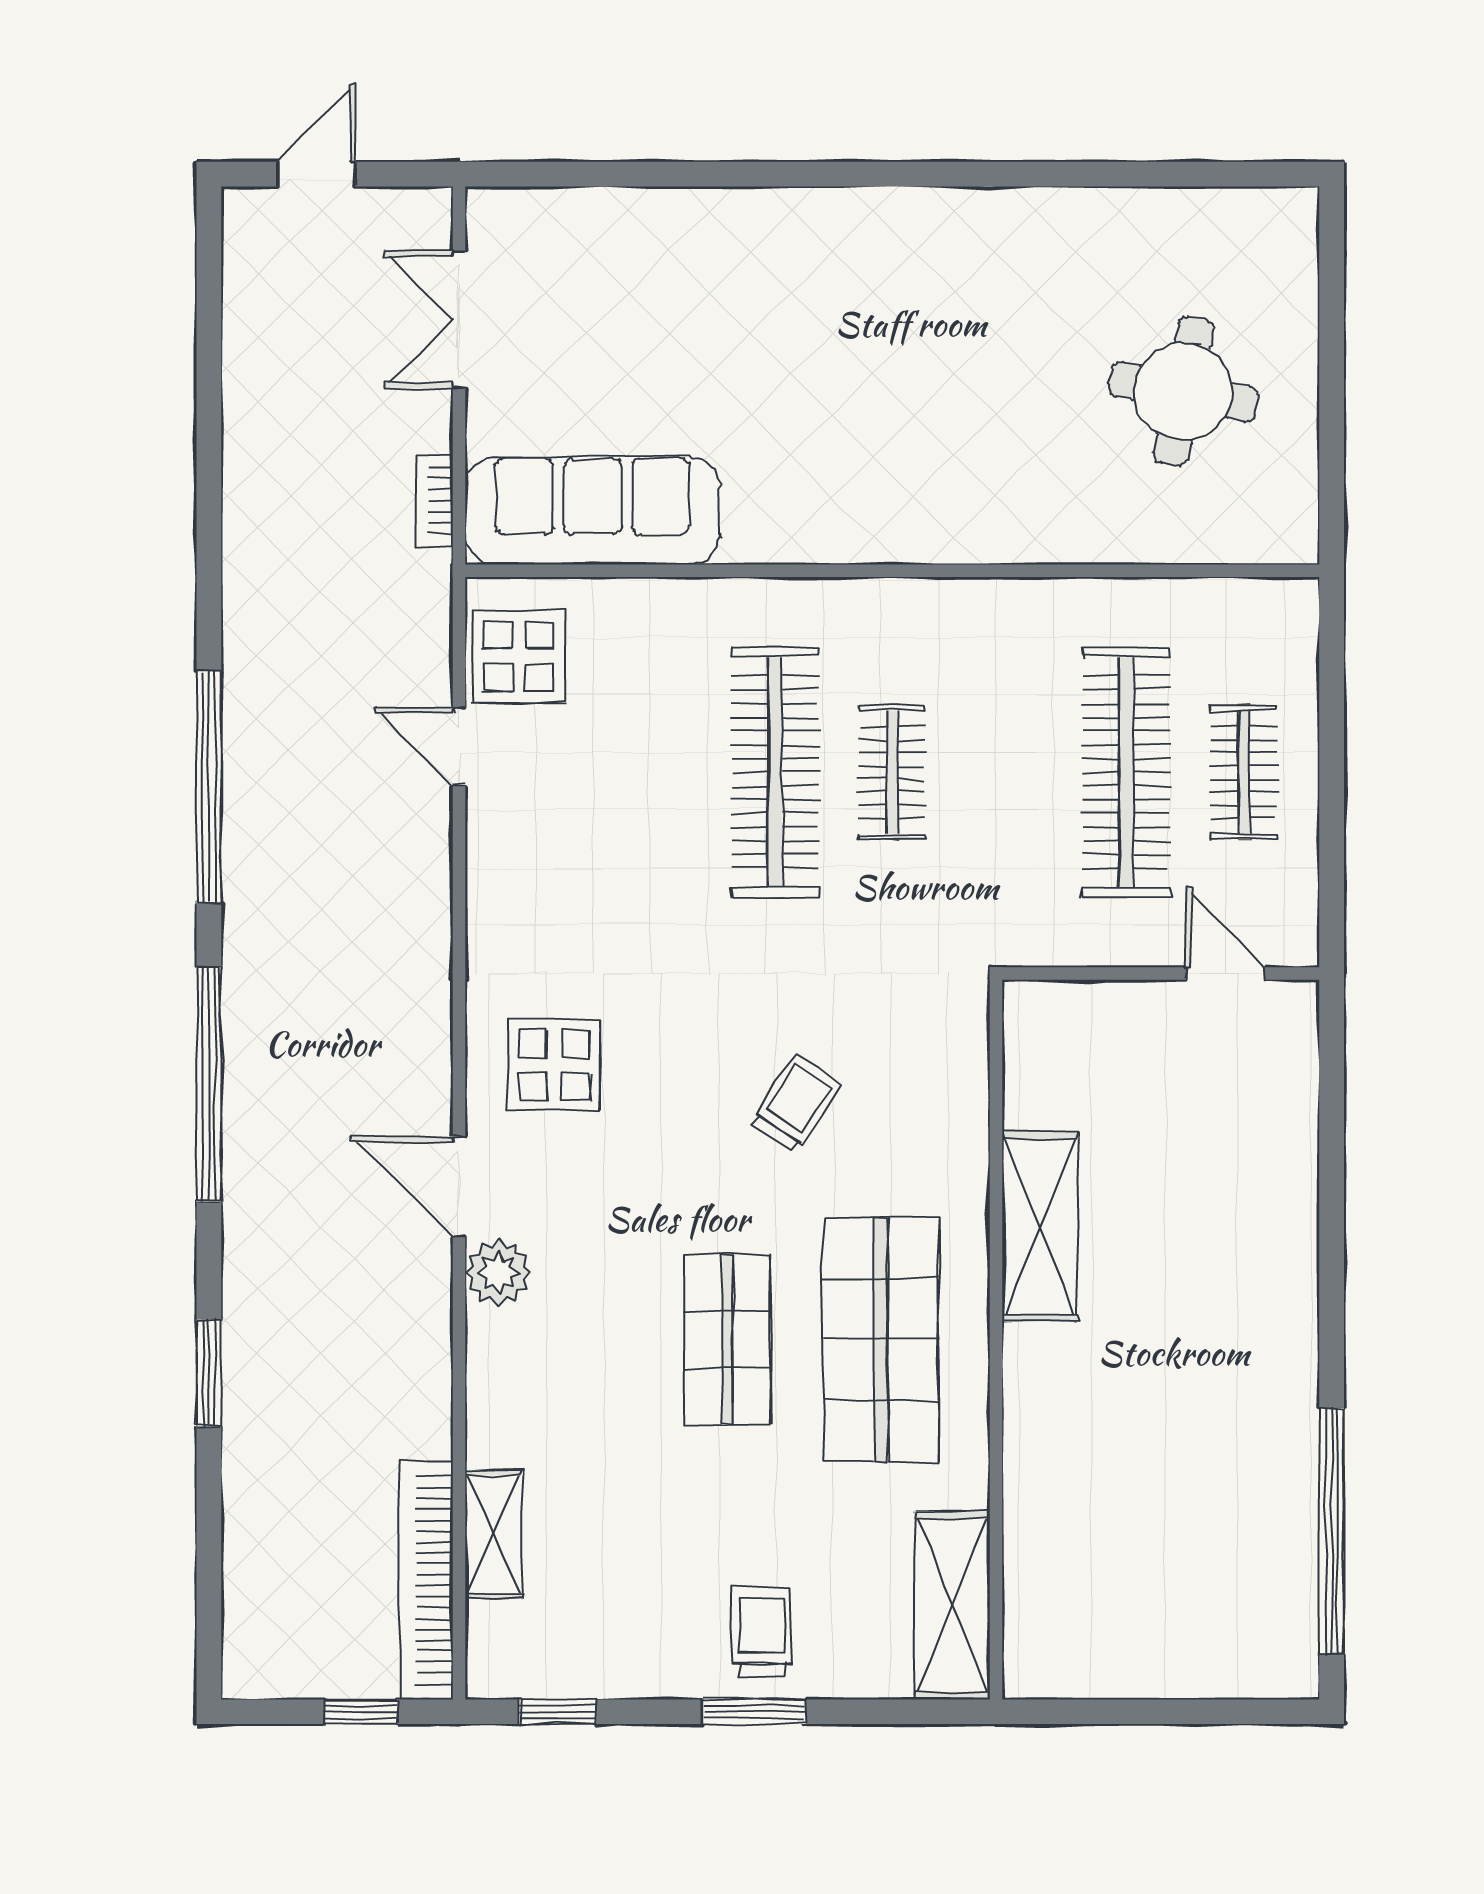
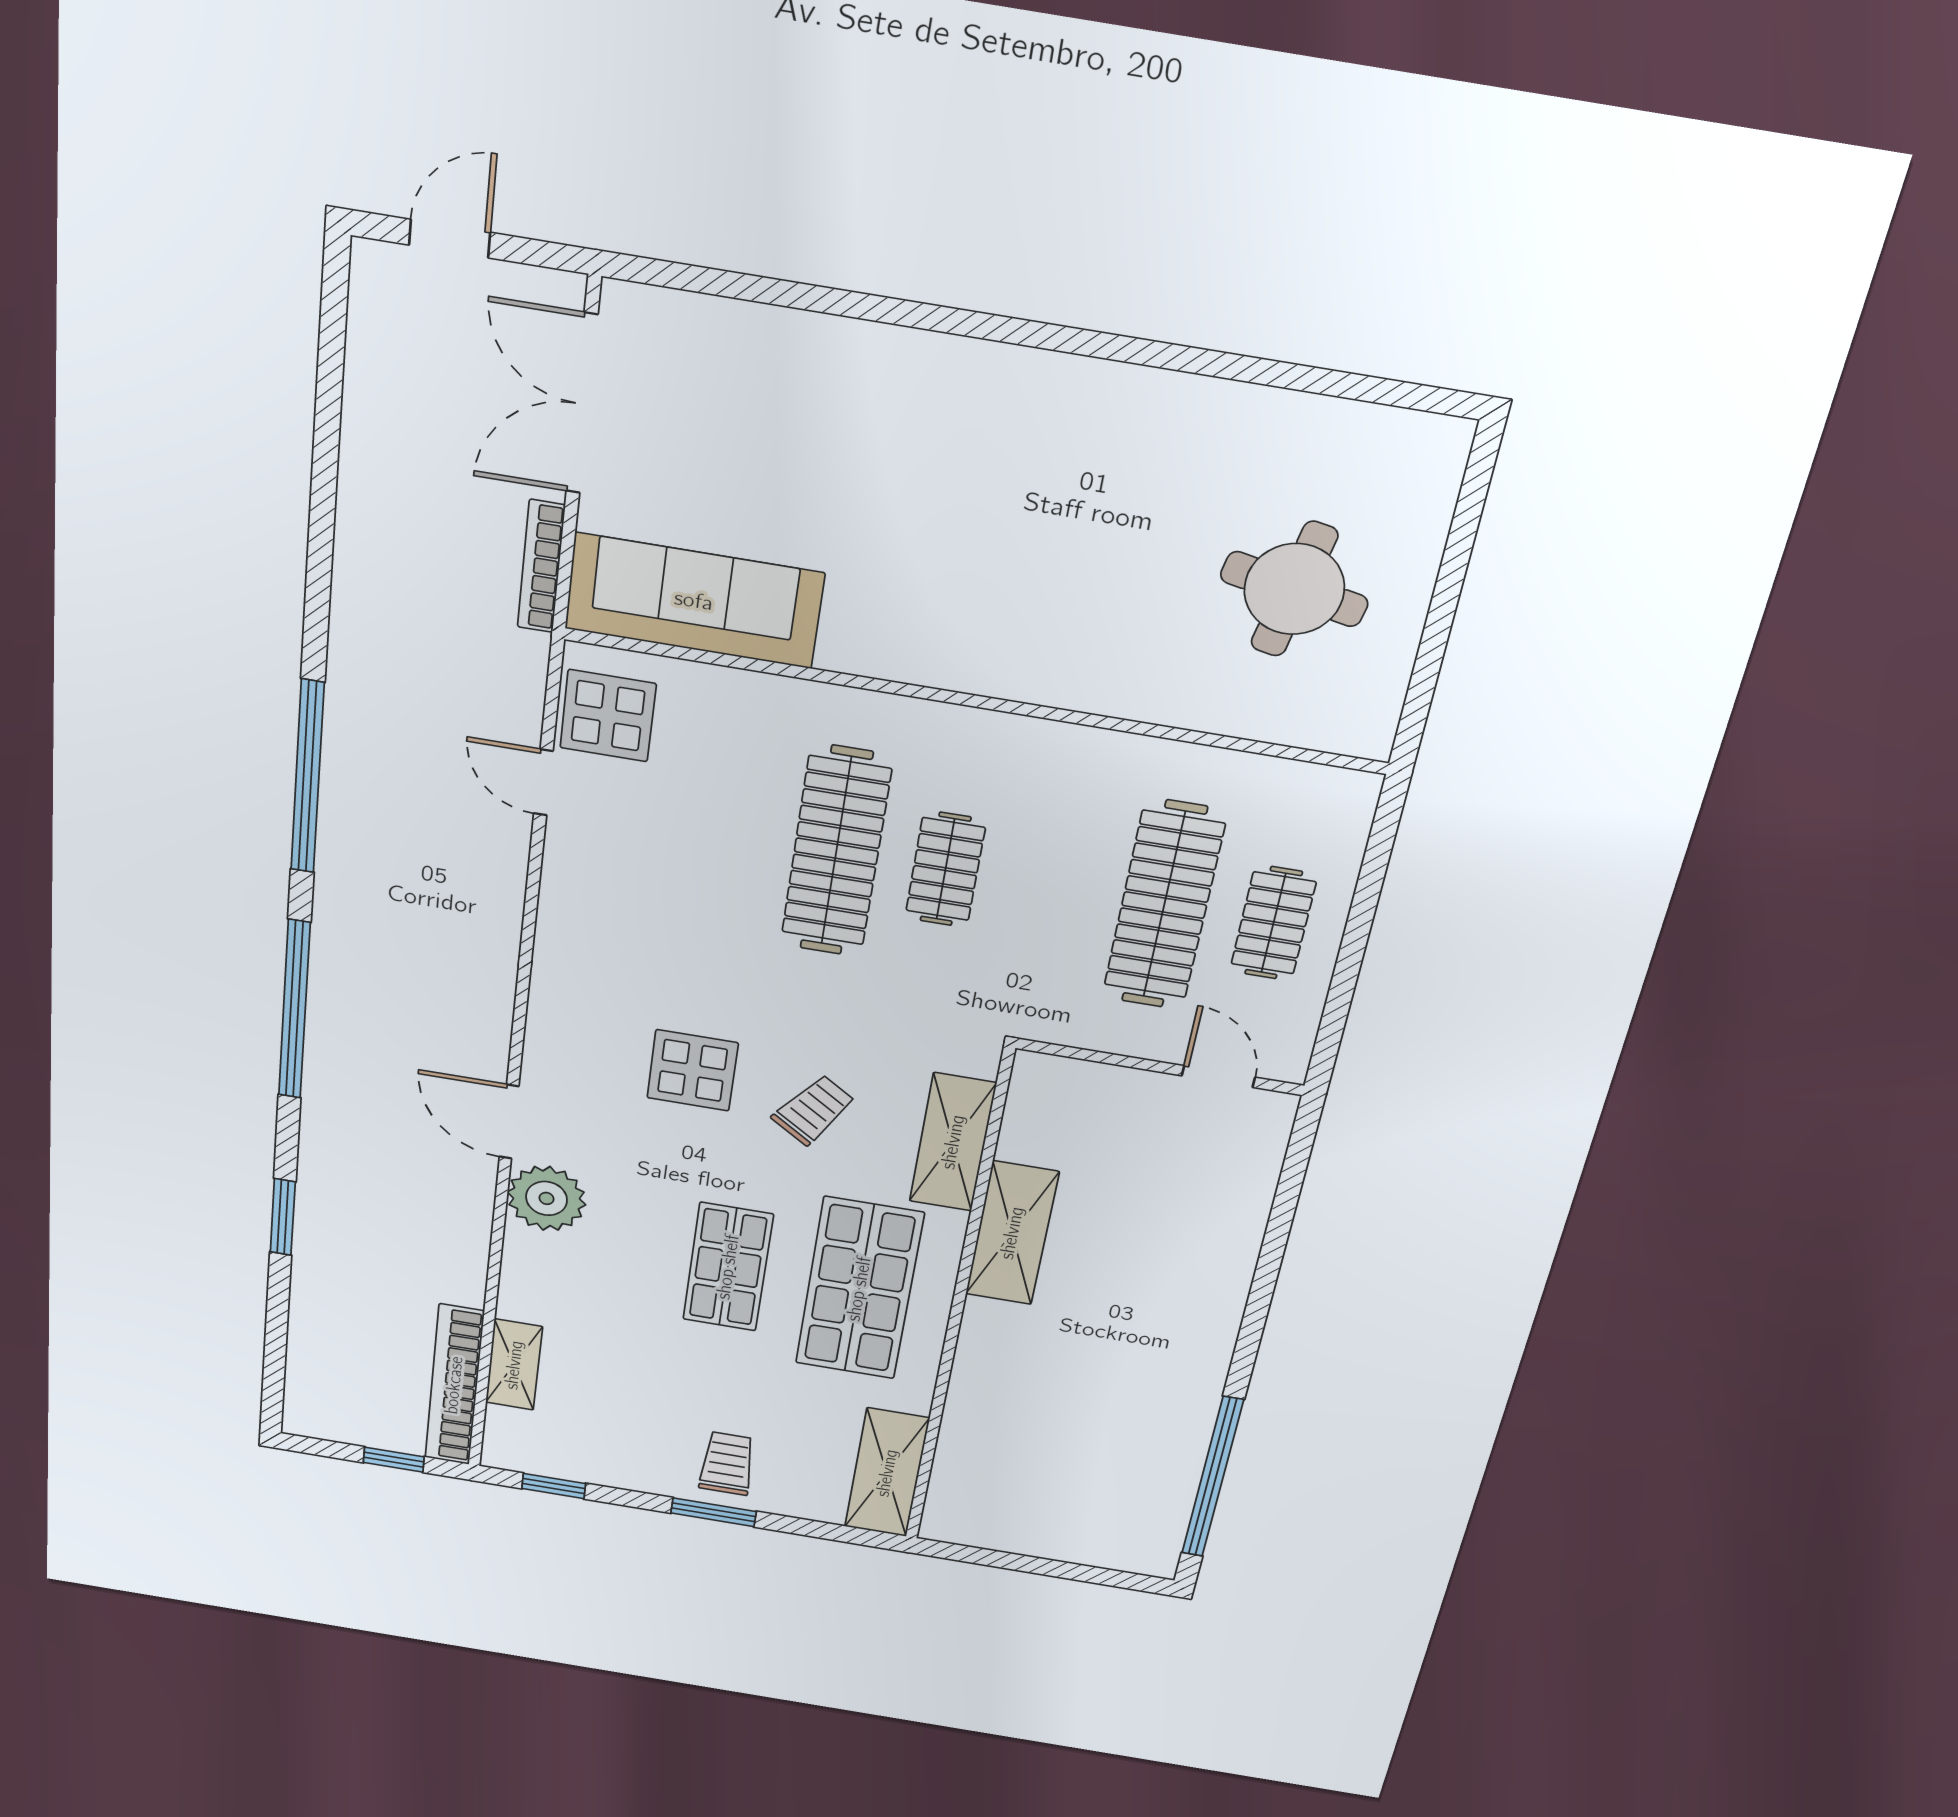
double door: (459, 319) -> (582, 404), width x1.37
bookcase: (435, 500) -> (541, 566), width x1.56
display table: (554, 1065) -> (693, 1070), moved
shelving: (954, 1117) -> (953, 1142), added
plant: (499, 1273) -> (547, 1198), width x1.36, depth x1.36

